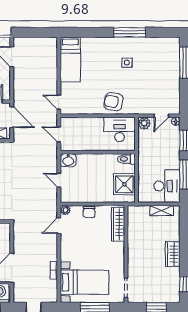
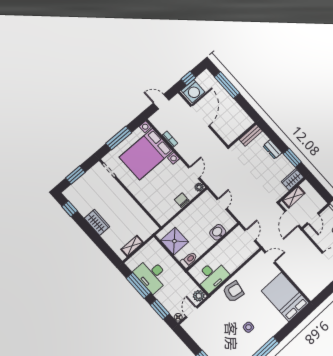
bed: (70, 59) -> (285, 297), width x1.50
door: (12, 117) -> (292, 218), hinge flipped
door: (59, 134) -> (250, 235), hinge flipped
washbasin: (68, 160) -> (218, 232), moved
door: (59, 180) -> (222, 204), hinge flipped
desk: (167, 186) -> (152, 275), moved
wardrobe: (118, 224) -> (154, 210), removed
bed with nightstands: (84, 282) -> (146, 154), width x1.36

